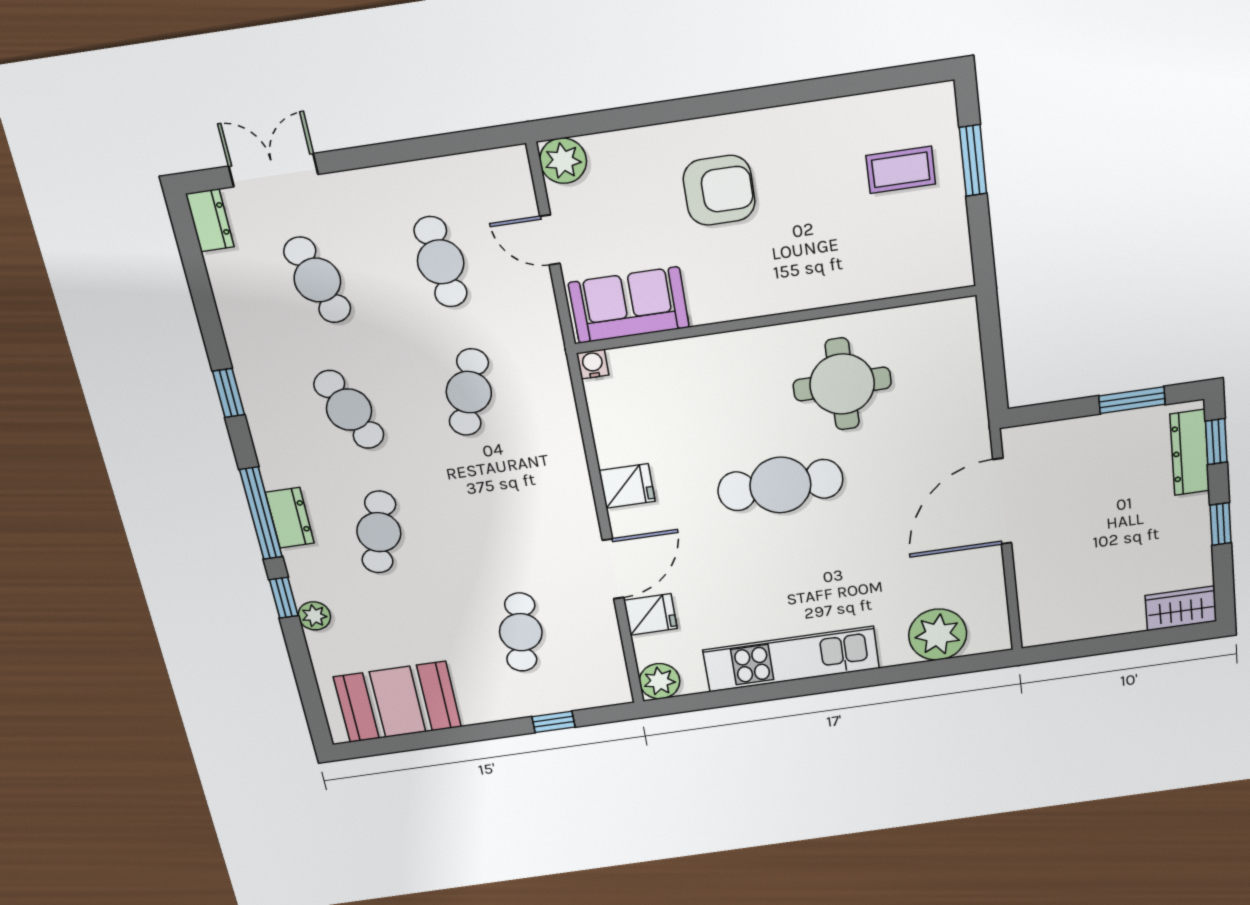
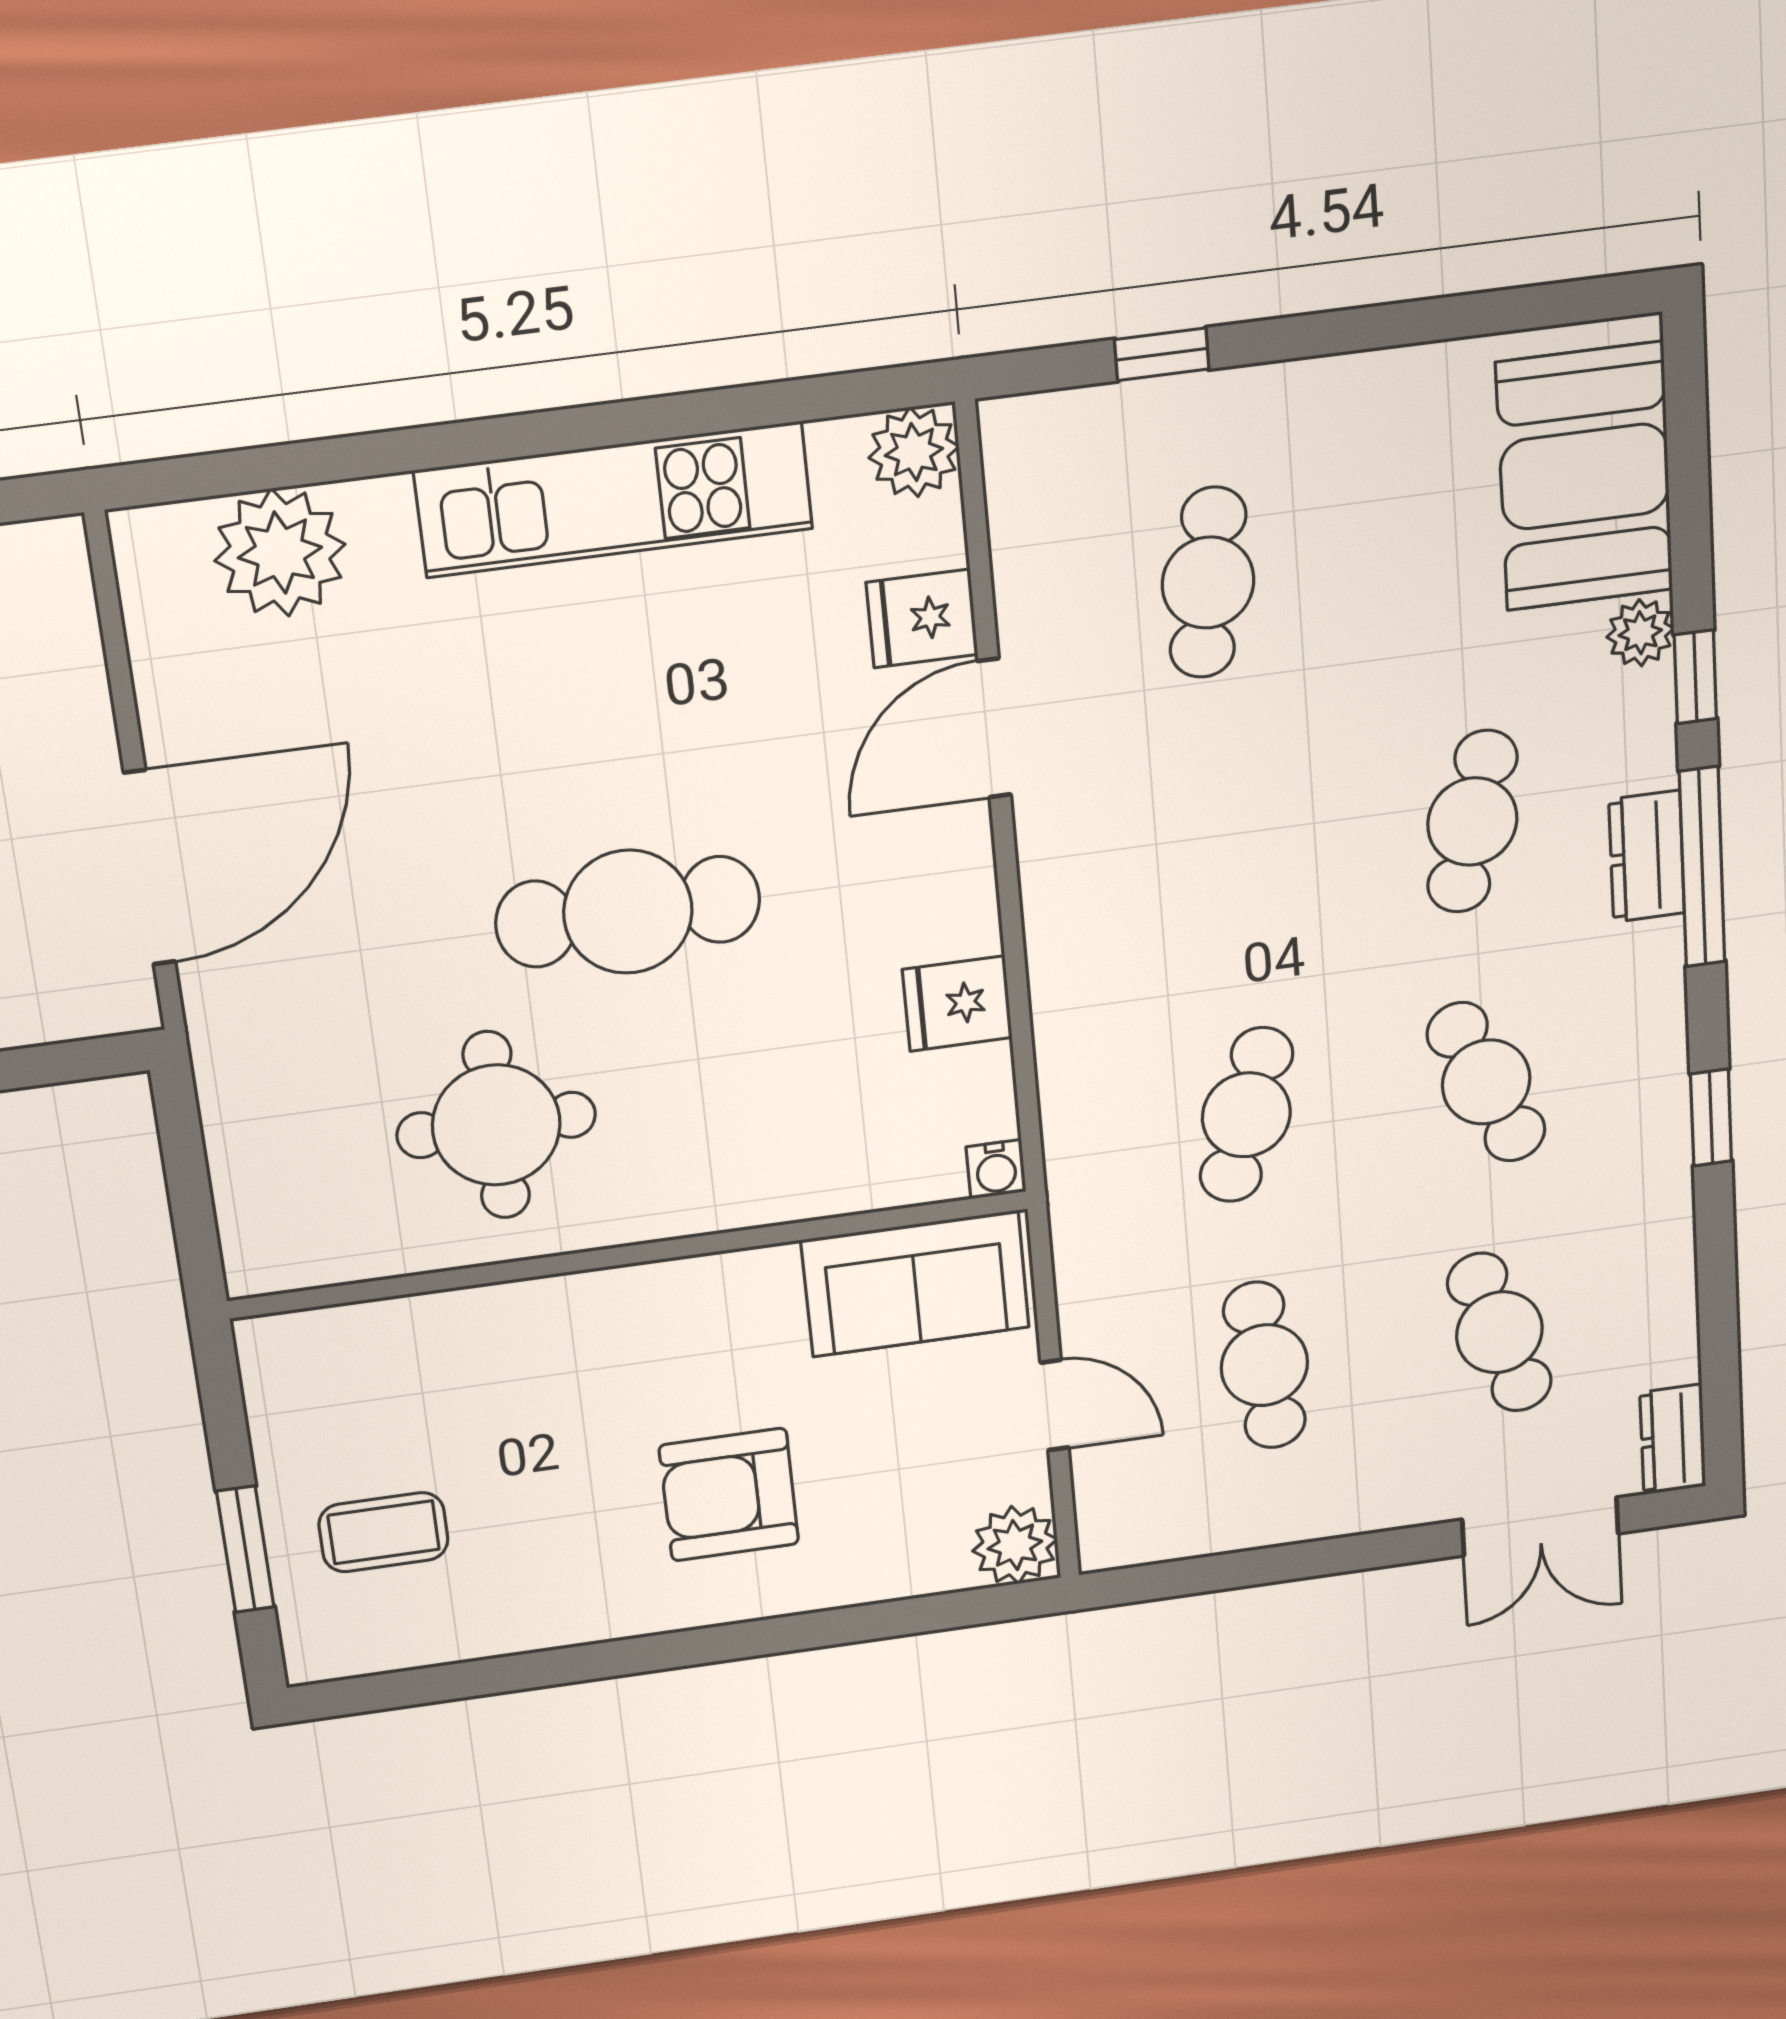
fridge: (627, 486) -> (957, 1004), moved
booth: (398, 702) -> (1585, 477), moved, turned 90

